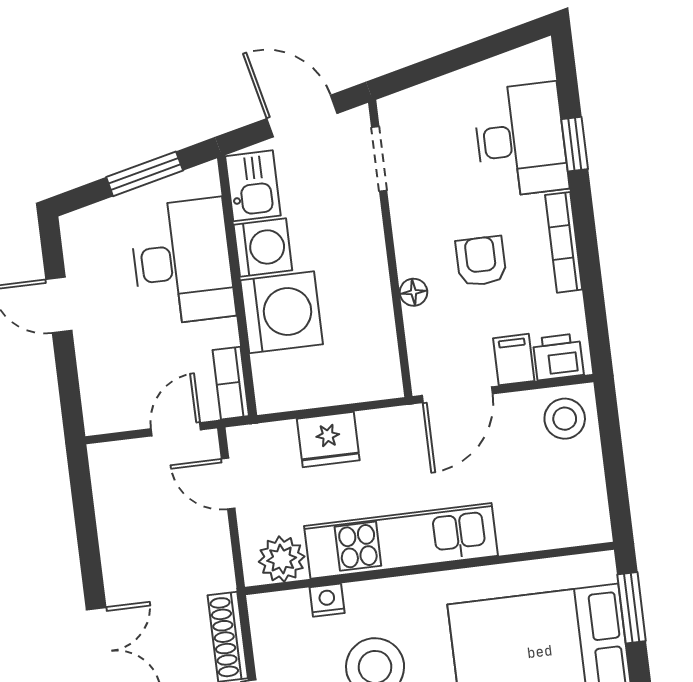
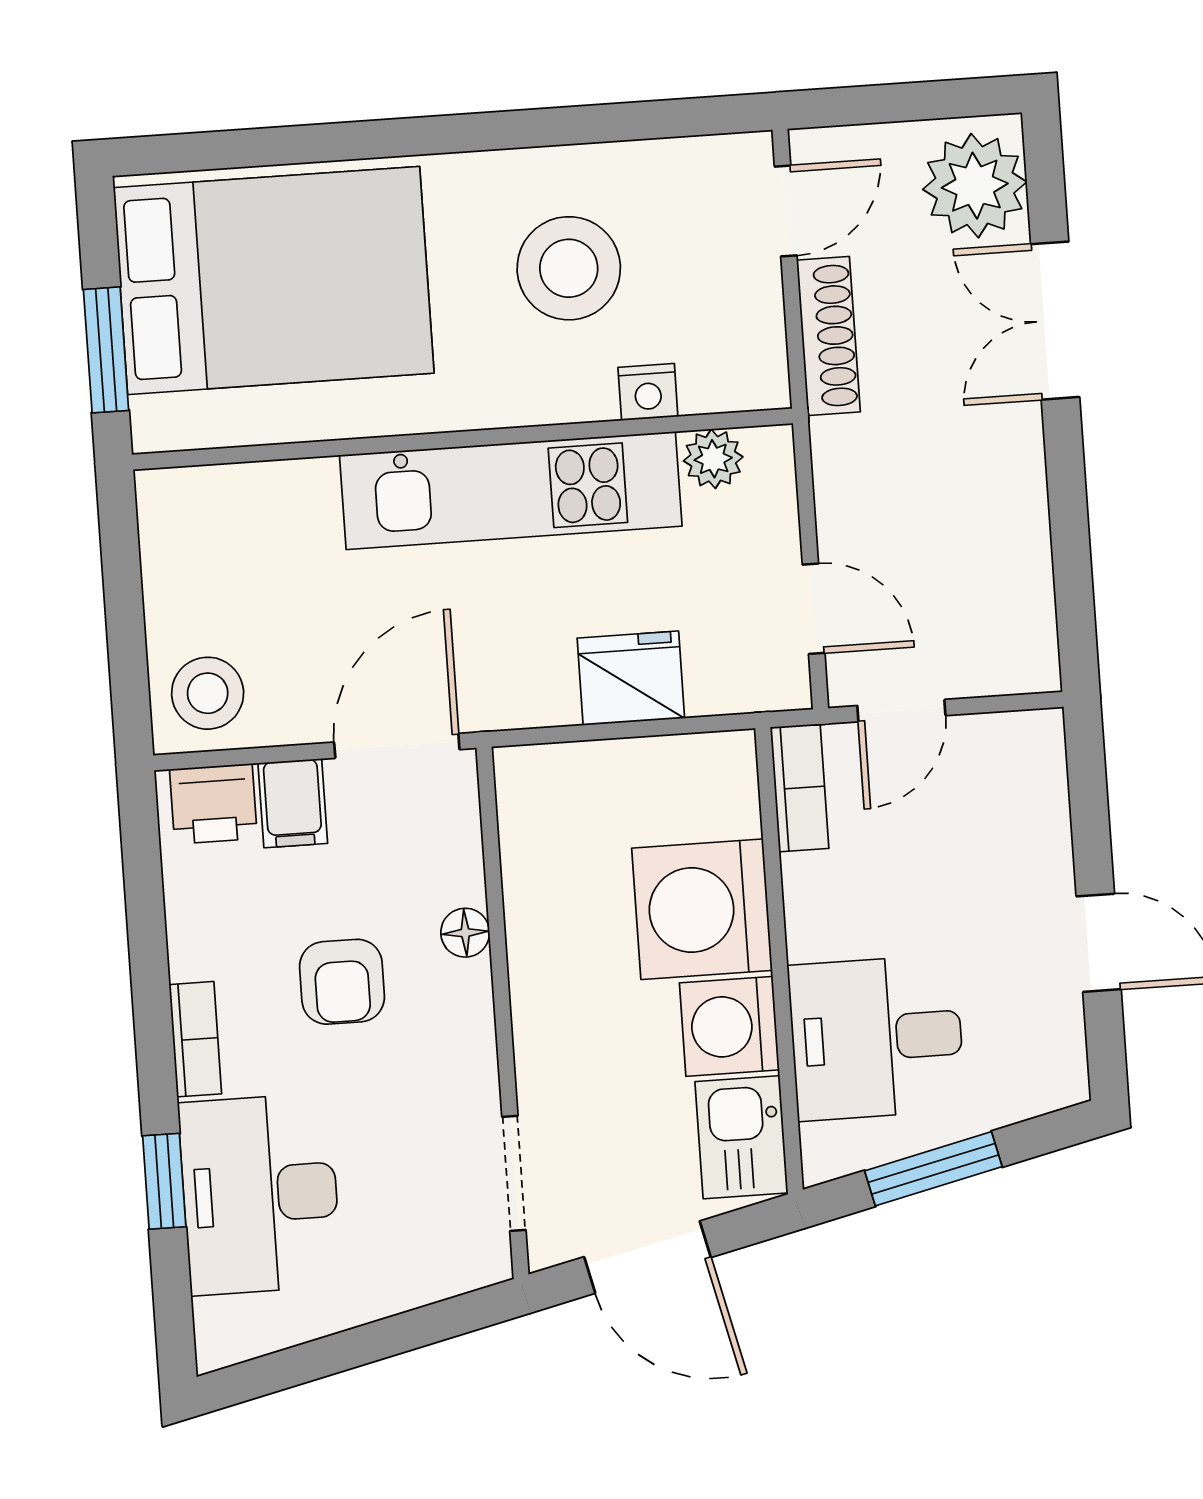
bookcase: (564, 242) -> (195, 1039), width x0.64
desk: (182, 262) -> (877, 1038), width x0.73
plant: (282, 559) -> (713, 459), width x0.73, depth x0.73

